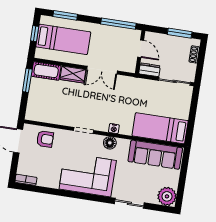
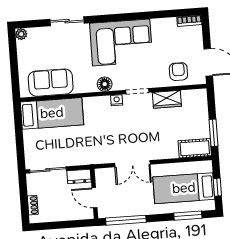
window: (180, 33) -> (55, 225), removed
double door: (102, 70) -> (132, 164), swing flipped
wardrobe: (73, 75) -> (167, 99), moved, turned 180
nightstand: (114, 129) -> (117, 100), moved
armchair: (45, 139) -> (178, 72), turned 90
sofa: (155, 155) -> (51, 83), width x0.73
plant: (167, 196) -> (21, 34), width x0.53, depth x0.53

